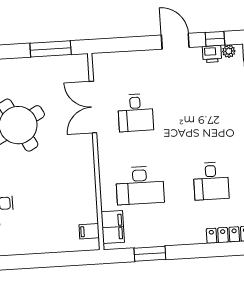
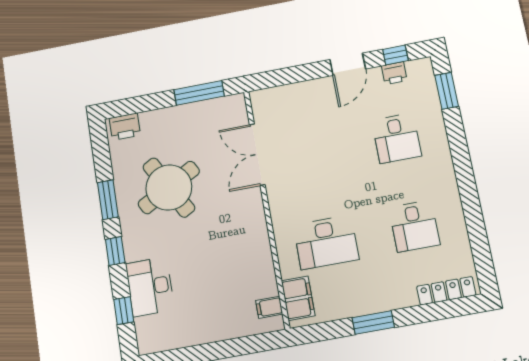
door: (175, 41) -> (348, 64), swing flipped
plant: (229, 51) -> (414, 67), removed
desk: (136, 113) -> (397, 138), moved
window: (150, 254) -> (373, 322), moved

